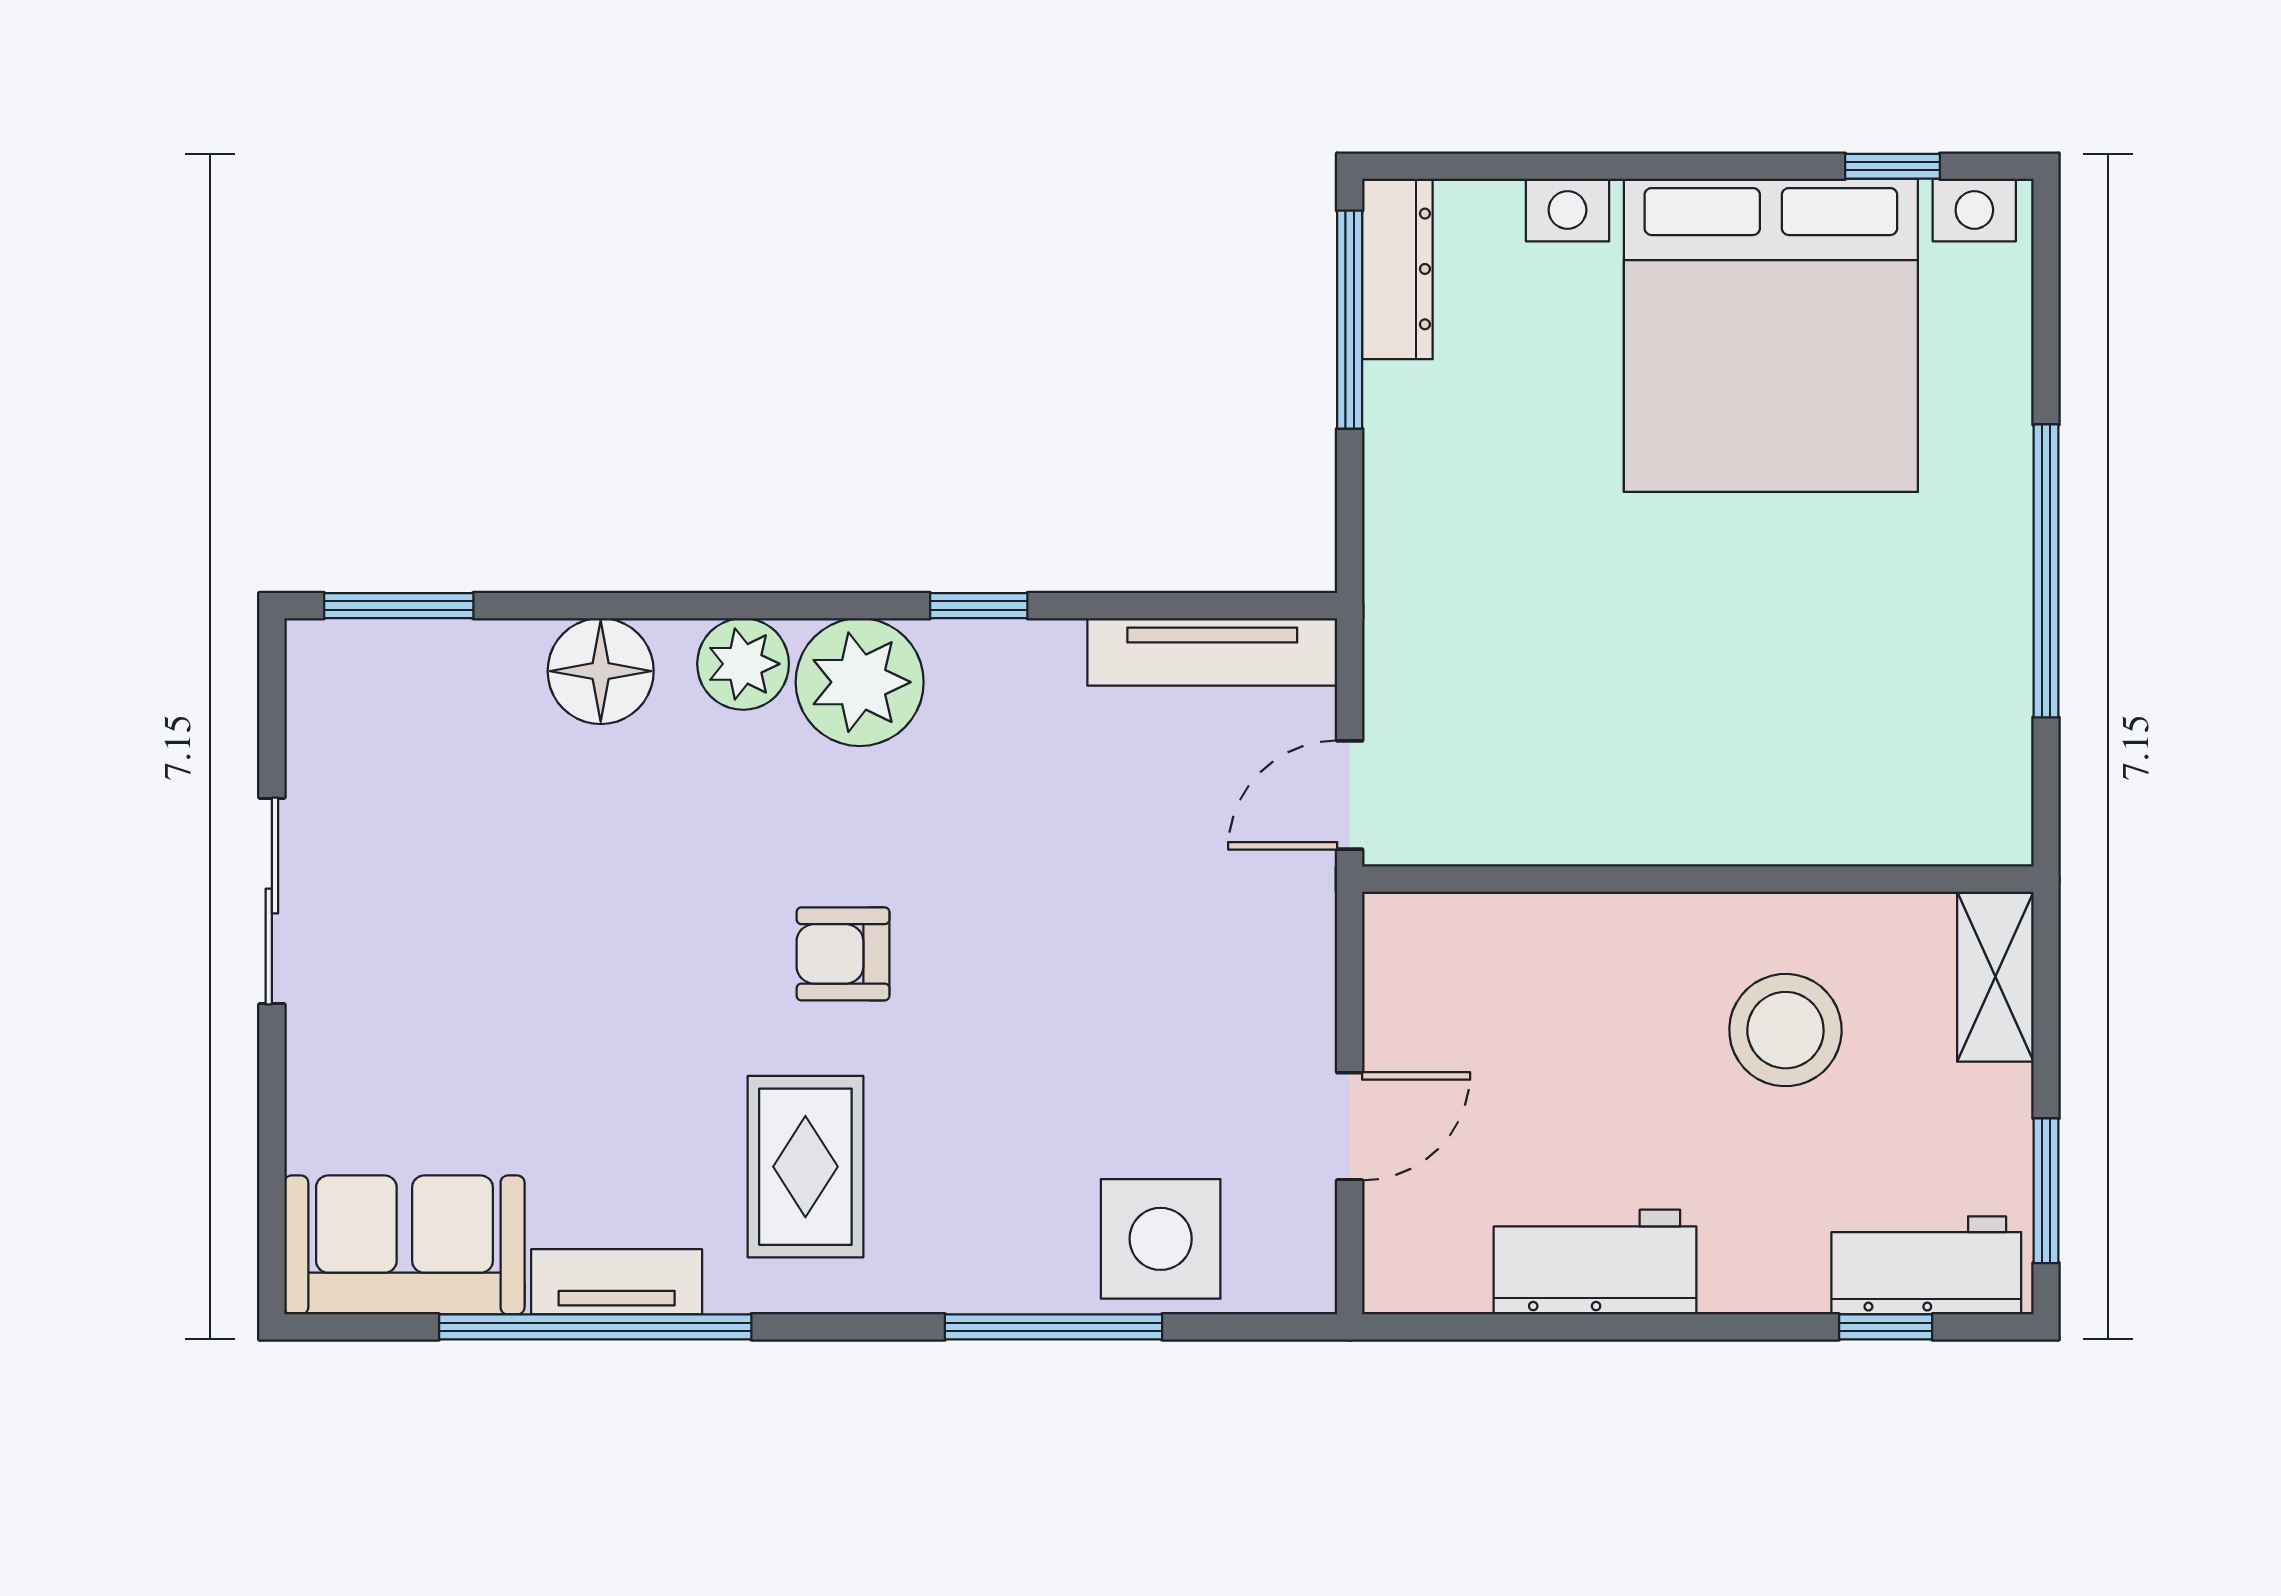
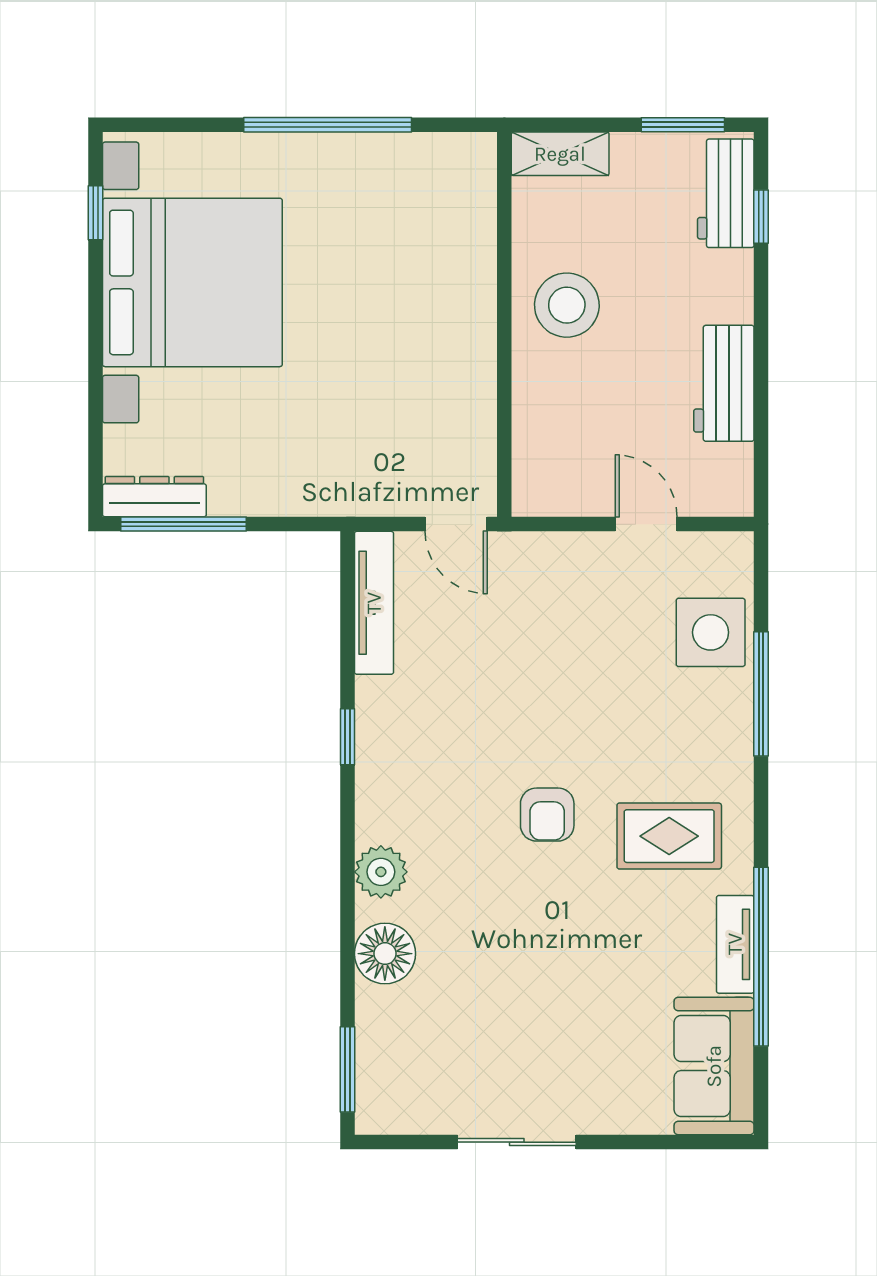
plant: (860, 682) -> (391, 805), removed
stool: (1785, 1030) -> (567, 305), moved

